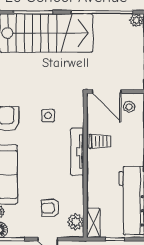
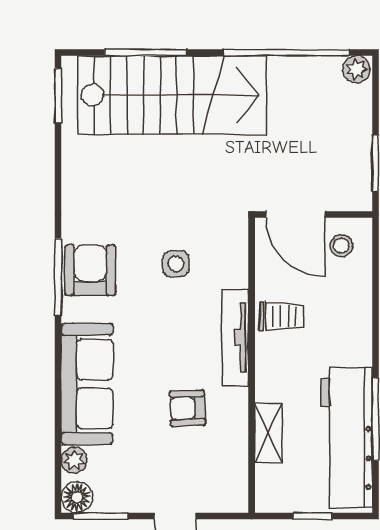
armchair: (50, 208) -> (188, 408), moved
plant: (75, 222) -> (232, 481), removed
shelving: (93, 223) -> (268, 433), moved

